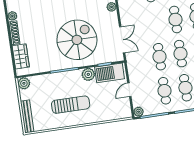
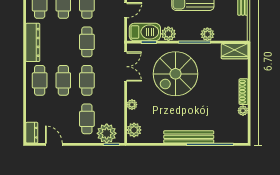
double door: (122, 40) -> (126, 67), swing flipped
cafe table: (180, 54) -> (87, 80), moved
wardrobe: (21, 56) -> (235, 51), moved, turned -90
plant: (24, 83) -> (207, 34), moved

